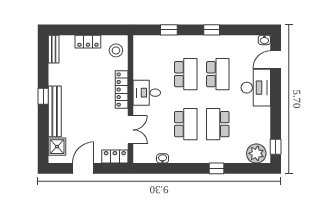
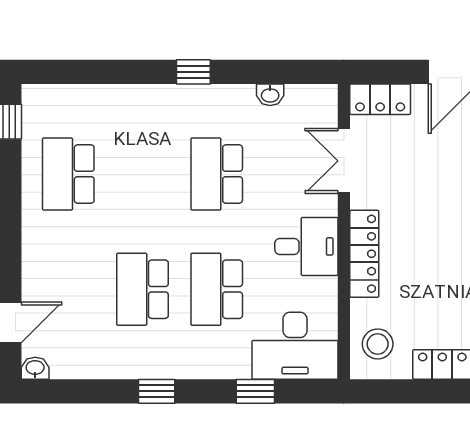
desk: (256, 88) -> (295, 346), moved, turned -90
school desk: (218, 124) -> (68, 174), moved, turned 180
plant: (256, 153) -> (54, 106), removed
window: (216, 168) -> (193, 72), moved

